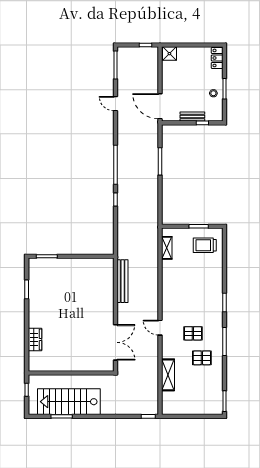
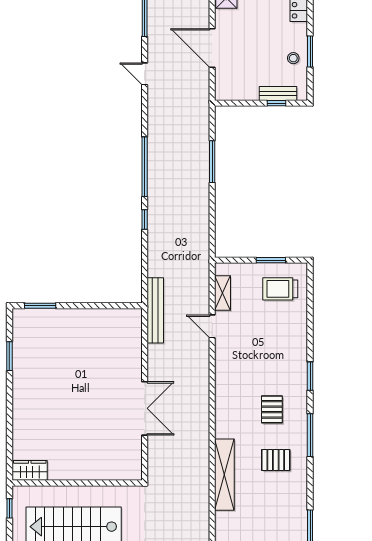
door: (160, 106) -> (212, 48), moved
bench: (192, 117) -> (278, 93), moved
bench: (123, 281) -> (155, 310), moved
door: (160, 328) -> (212, 326), moved
pallet: (193, 333) -> (272, 409), moved, turned 90
wardrobe: (35, 339) -> (30, 470), moved, turned -90
double door: (116, 342) -> (145, 408), moved
shelving: (168, 375) -> (224, 475), width x1.47

